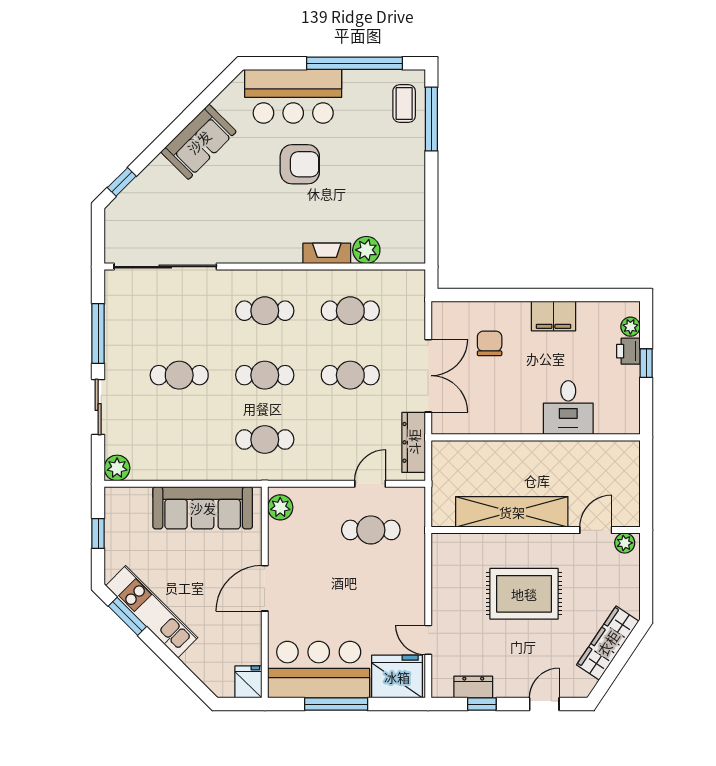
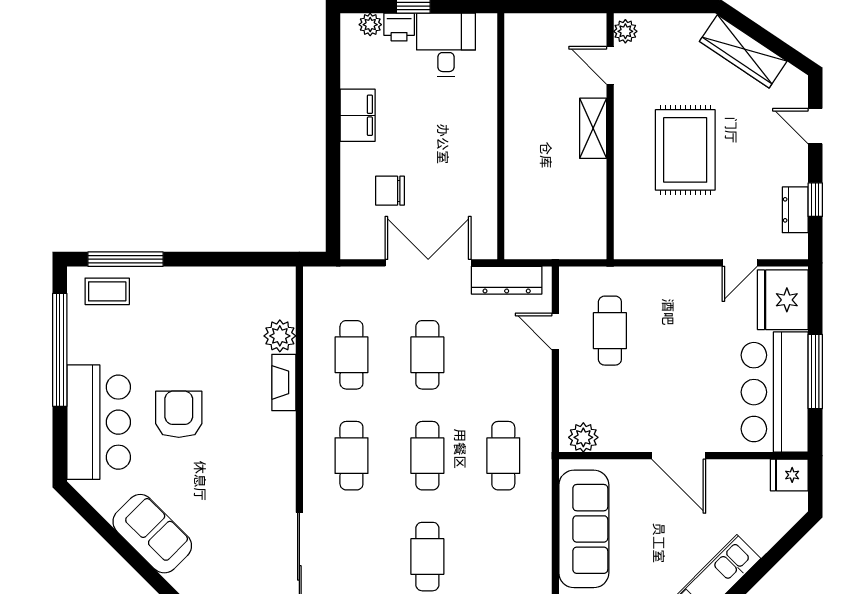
desk: (568, 408) -> (446, 45), moved, turned -90
shelving: (512, 512) -> (593, 128), width x0.45, depth x0.75

